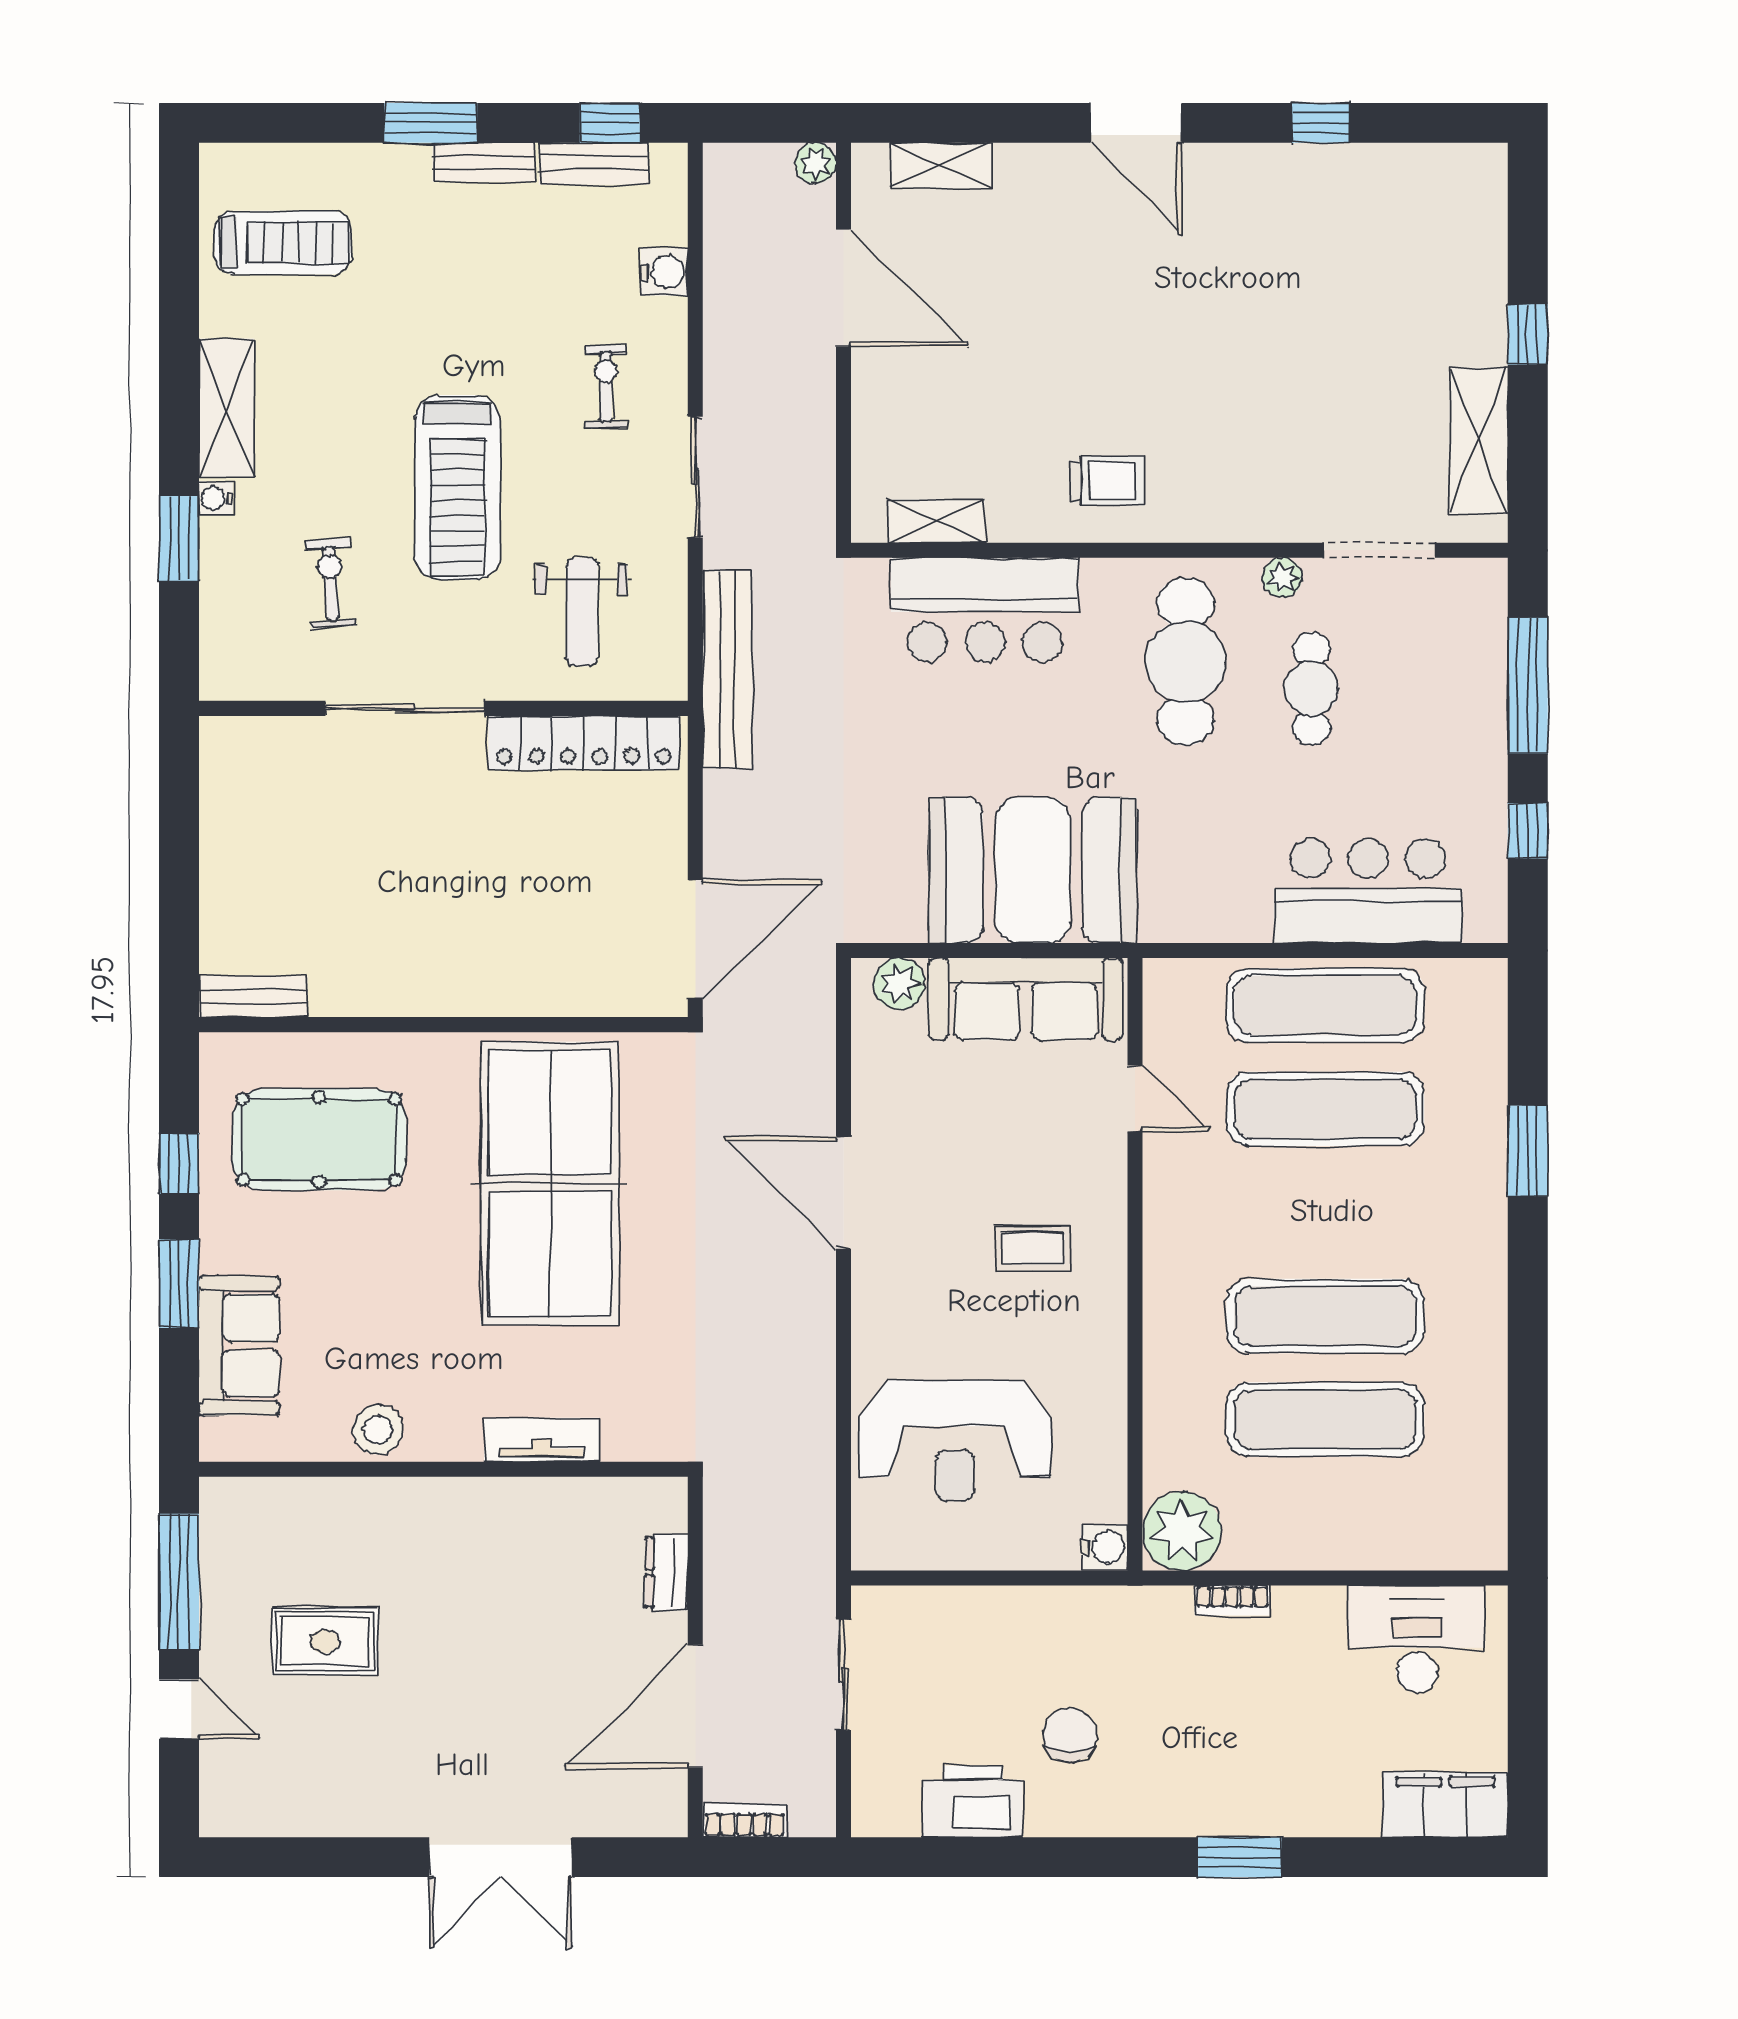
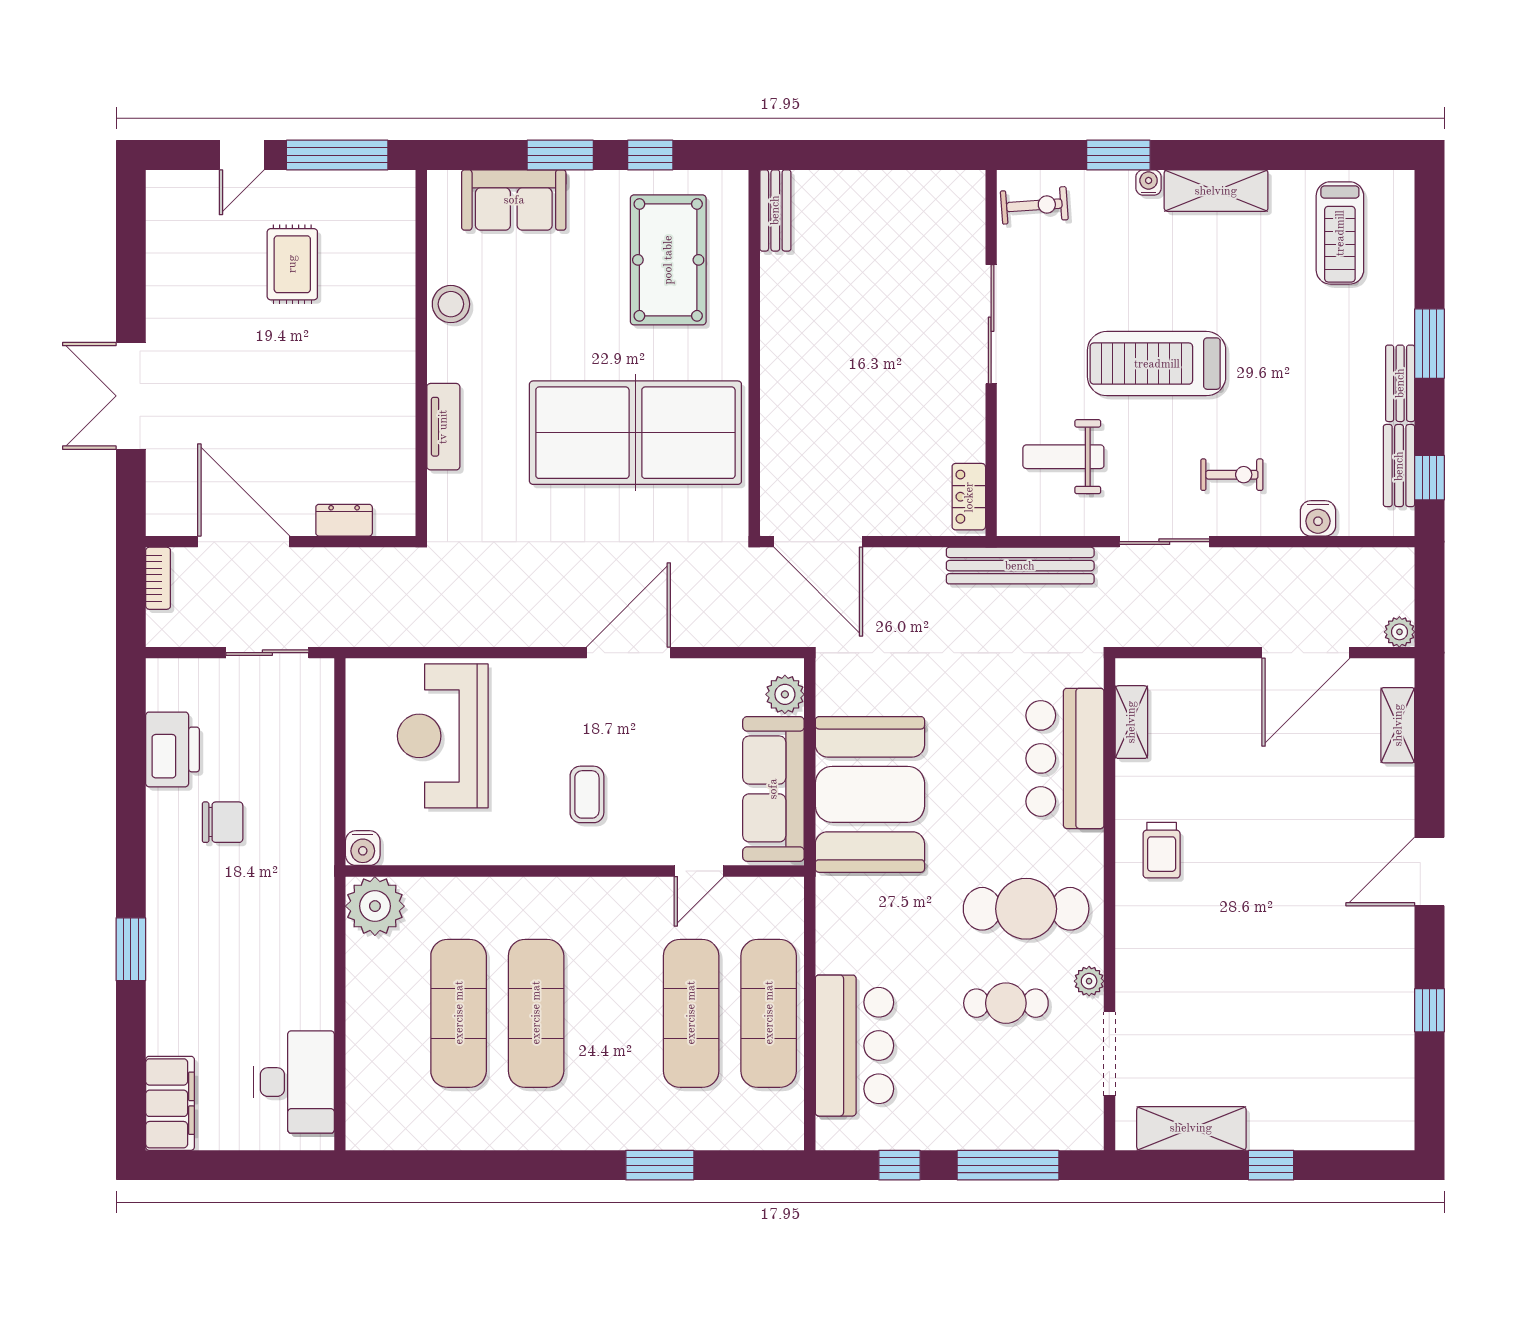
exercise bike: (331, 583) -> (1034, 205), moved
locker: (584, 743) -> (969, 497), width x0.46, depth x0.83
bookcase: (1232, 1600) -> (323, 944), removed

